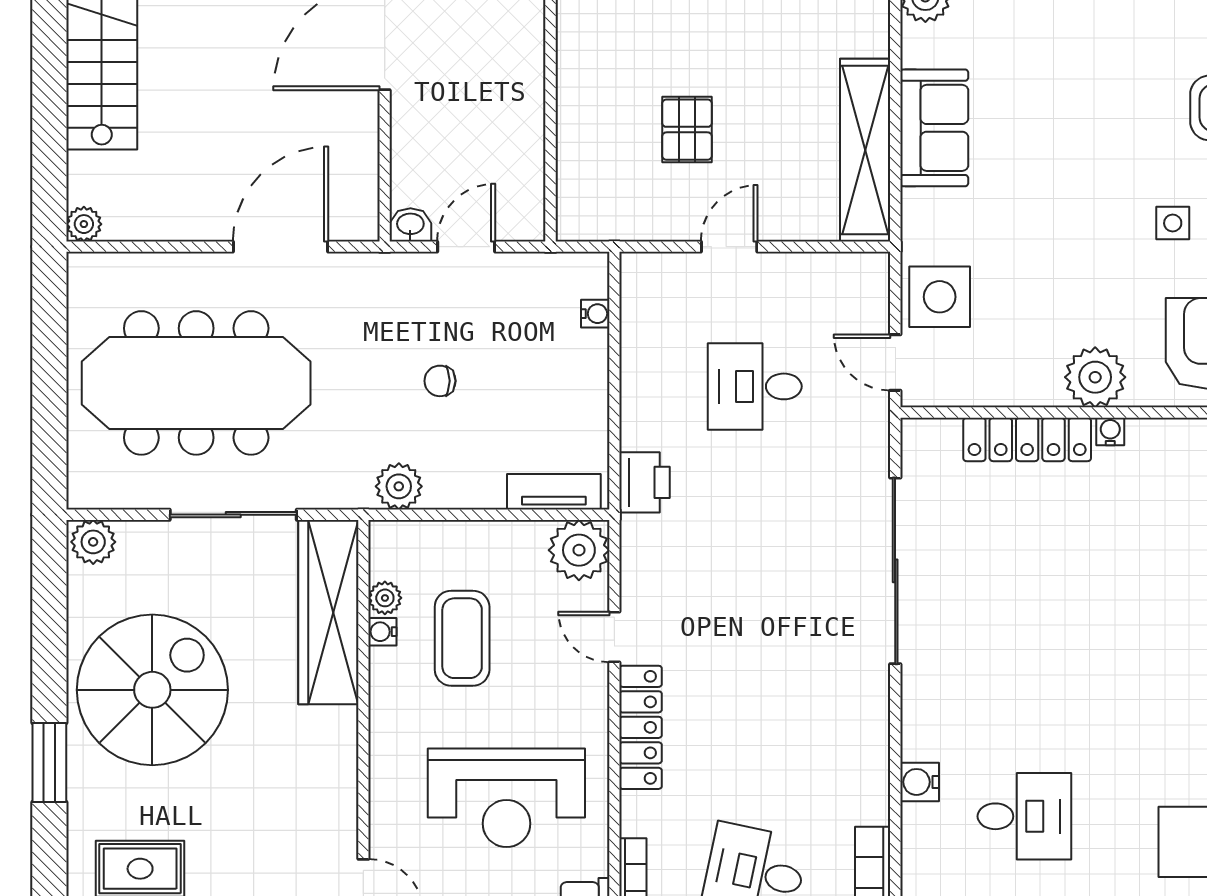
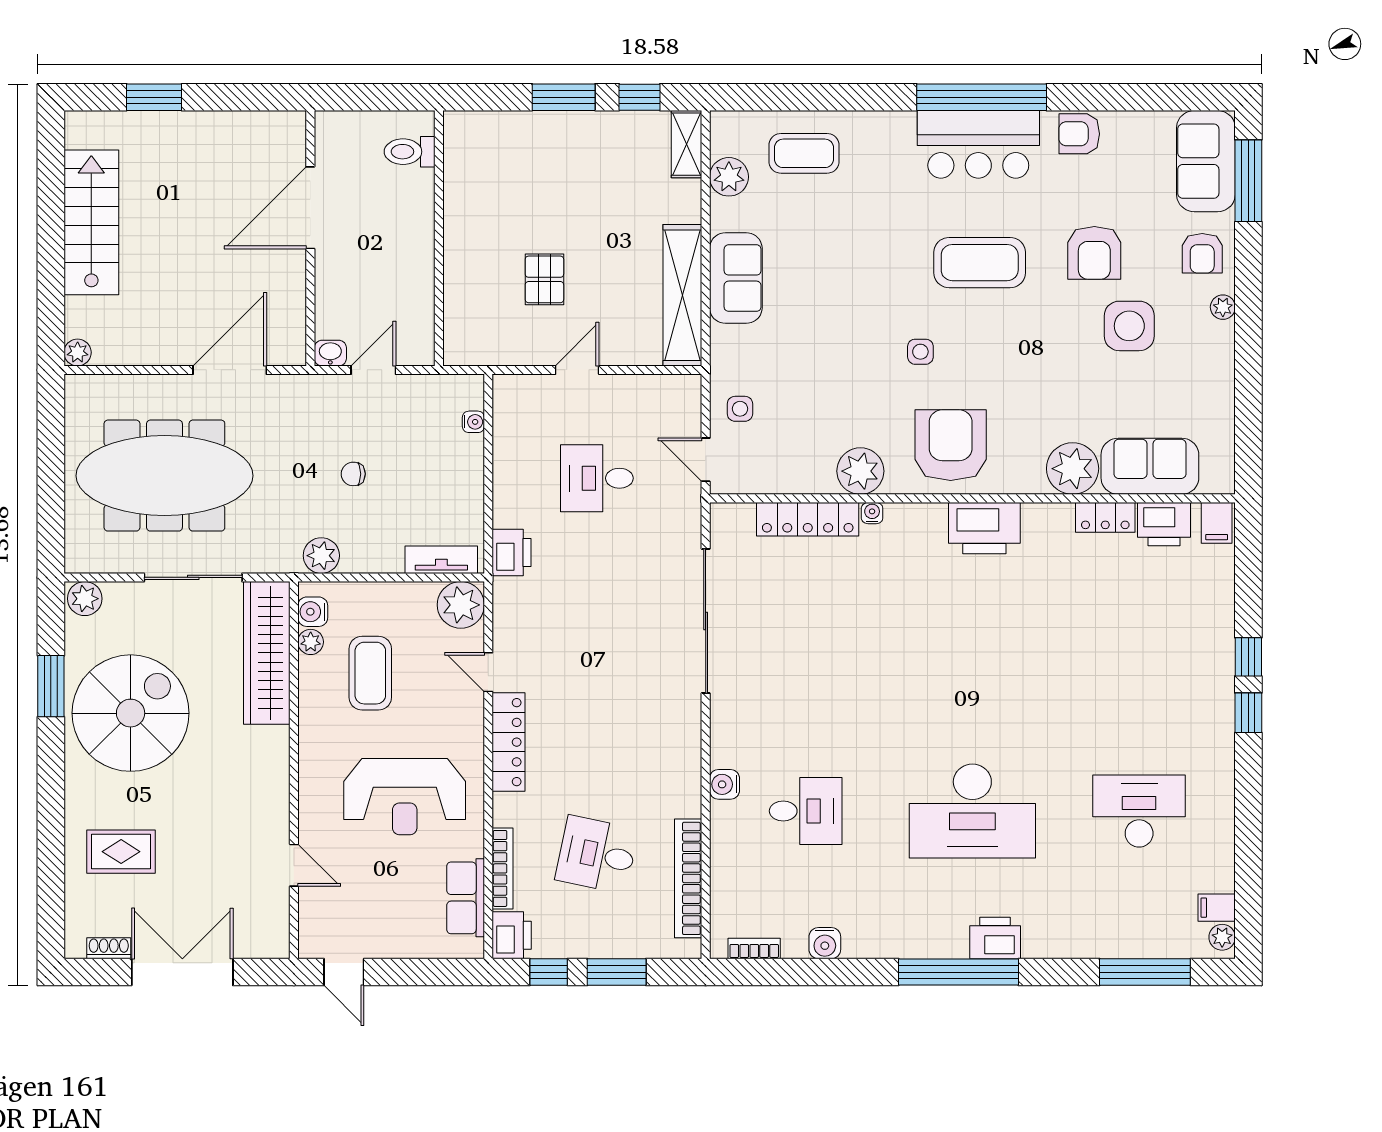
side table: (940, 297) -> (740, 409), width x0.54, depth x0.54
water cooler: (382, 632) -> (313, 612), moved, width x1.38, depth x1.38
window: (49, 762) -> (51, 686), moved

